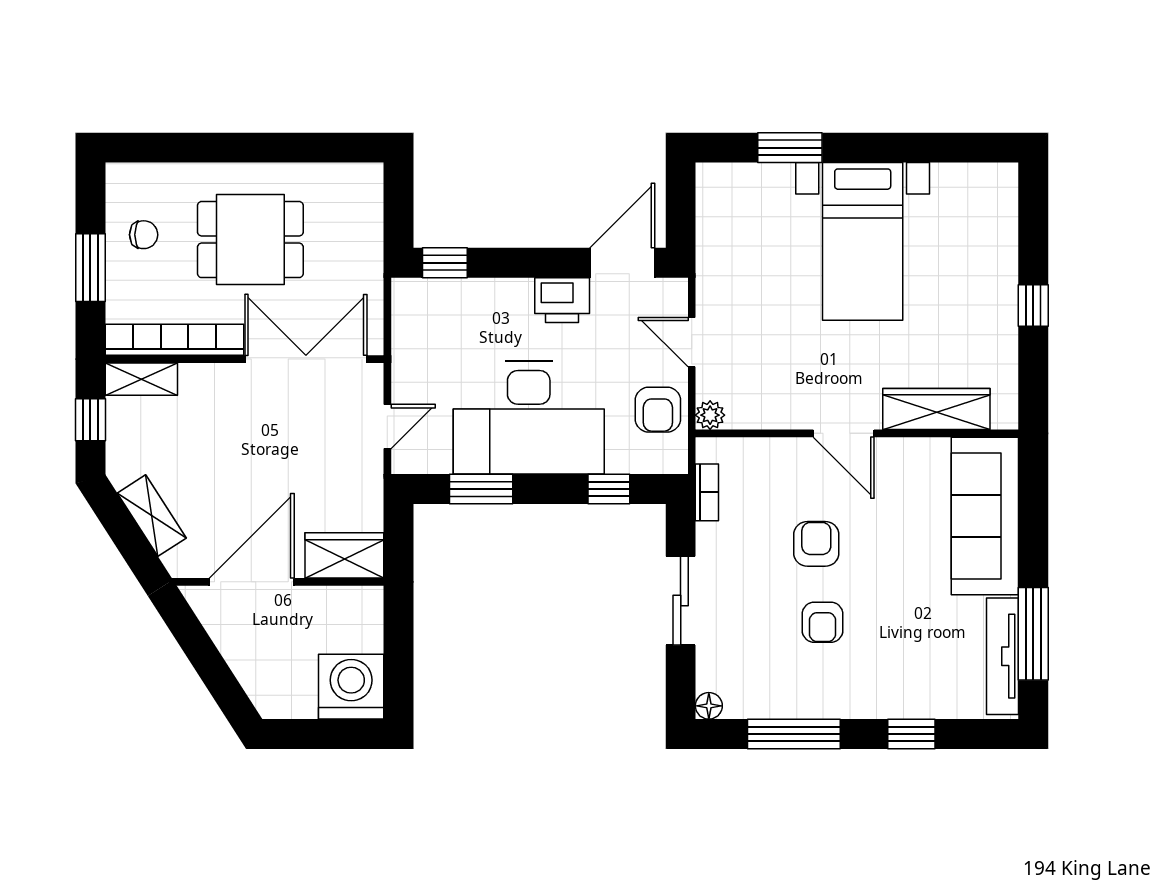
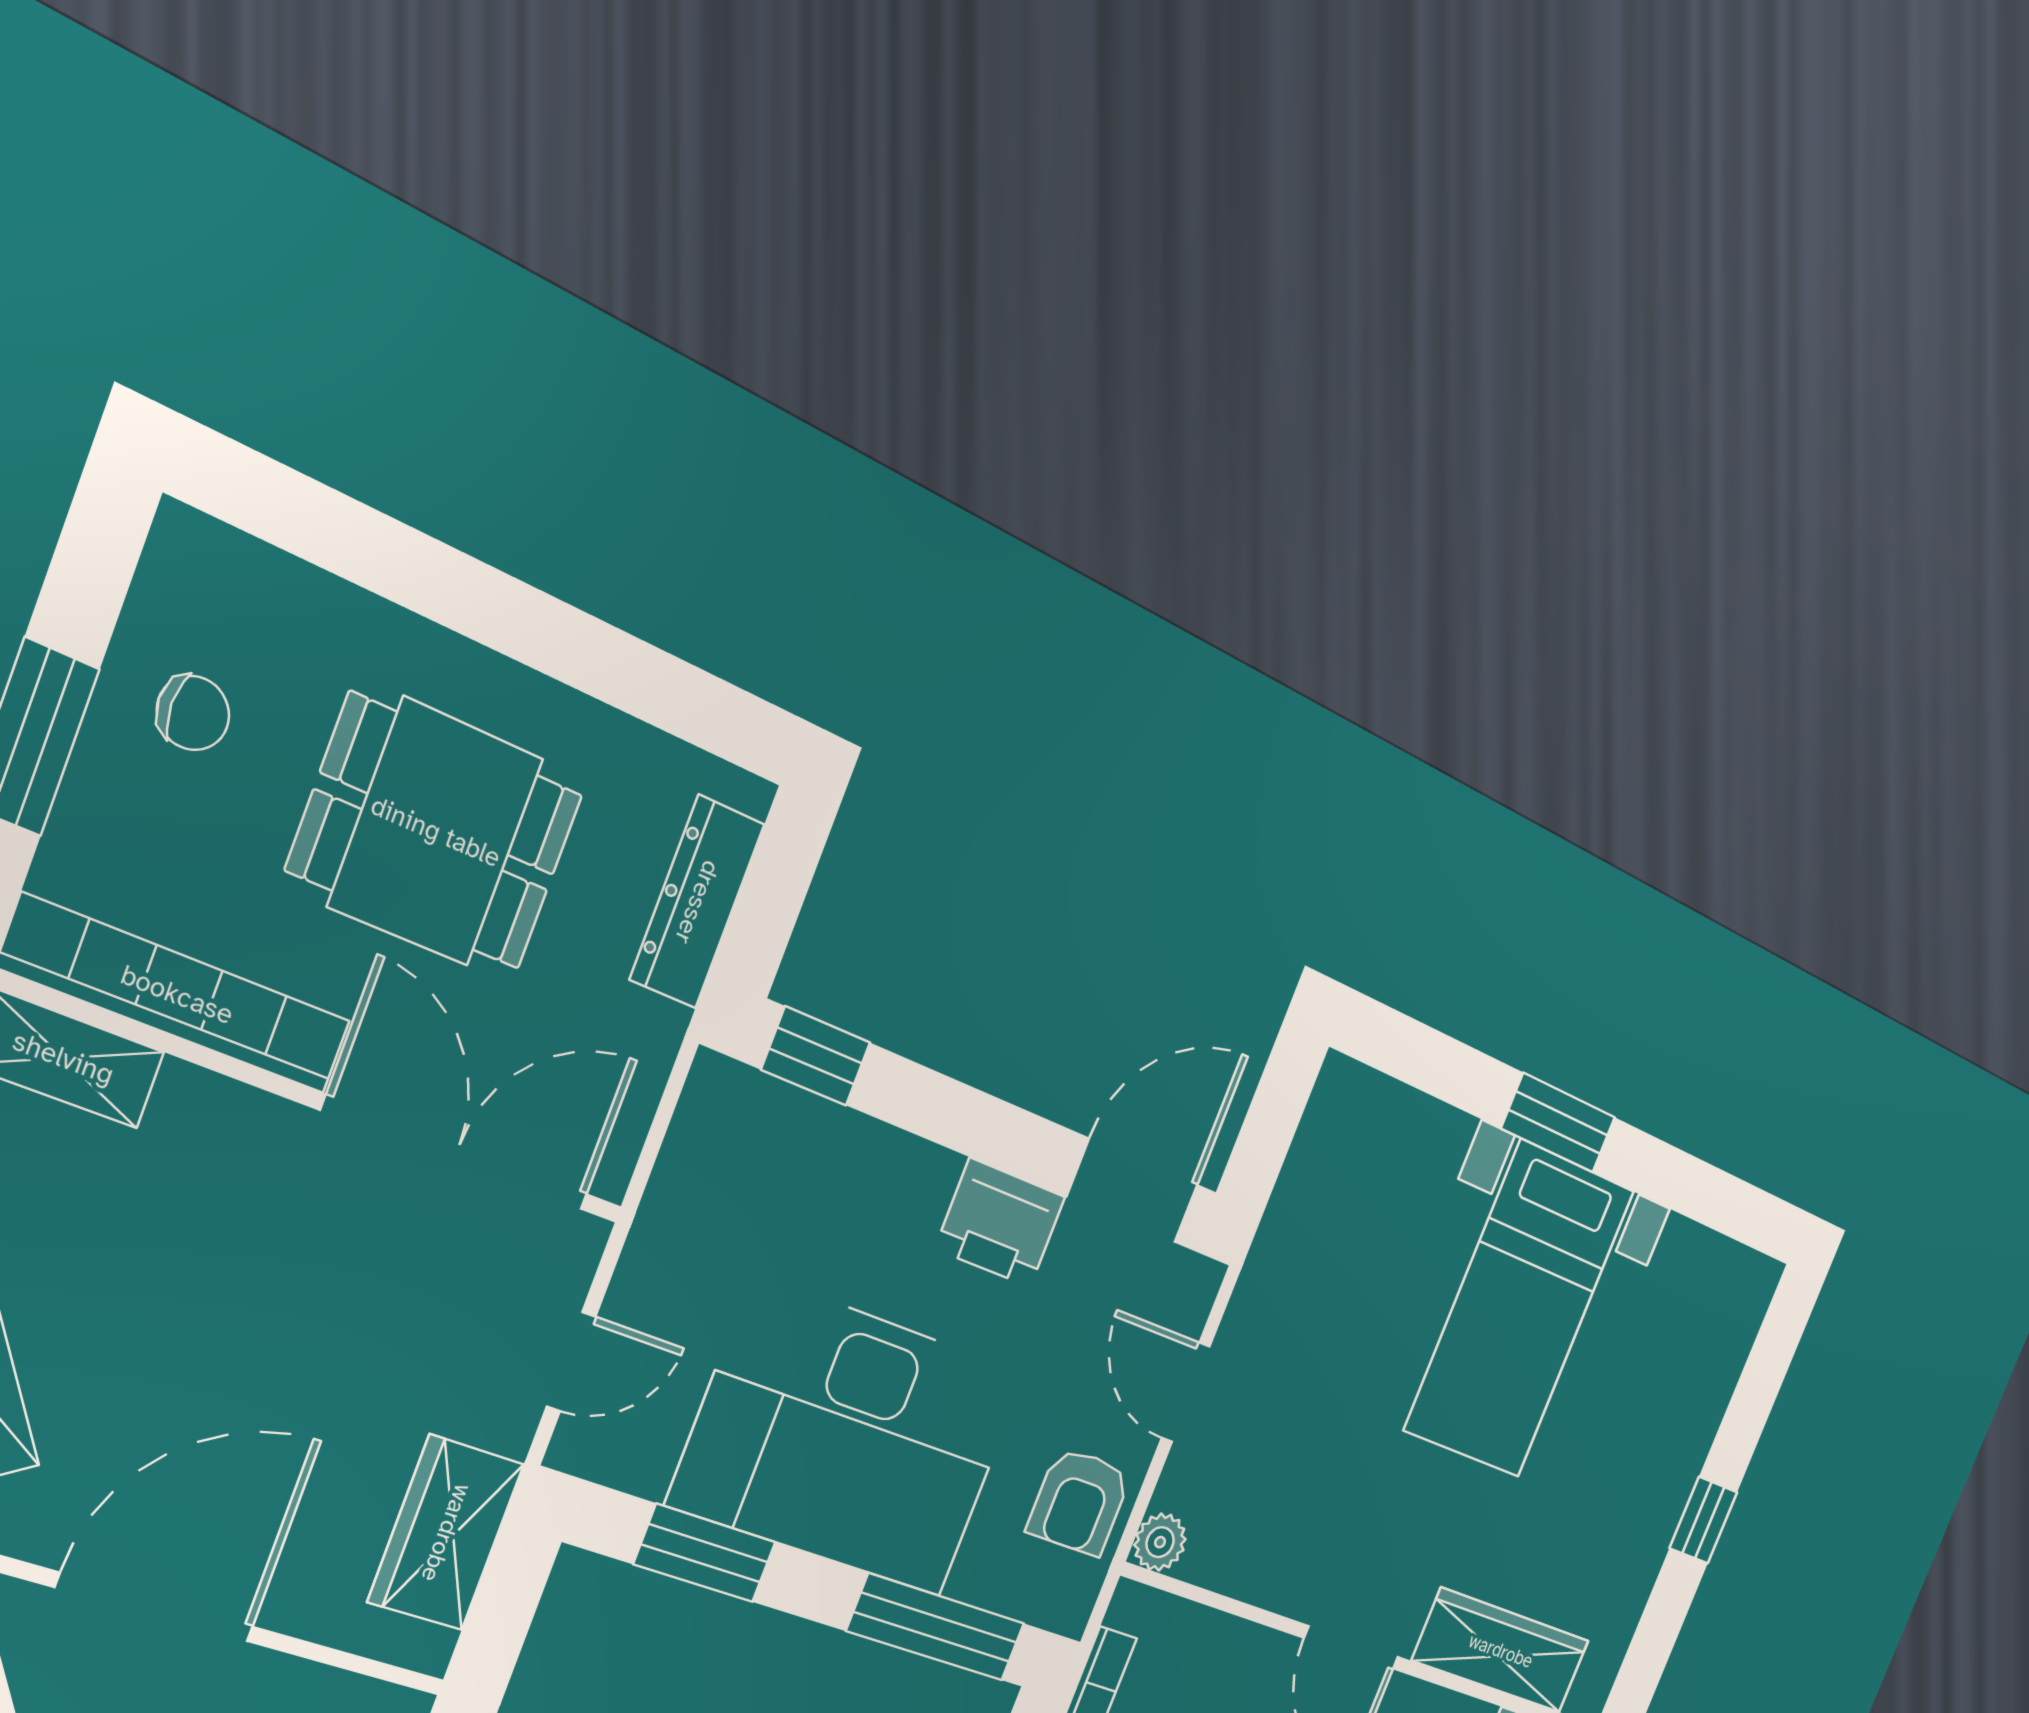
window: (790, 148) -> (1558, 1123), moved
dresser: (367, 222) -> (697, 902), added
window: (609, 489) -> (936, 1627), width x2.17
wardrobe: (344, 555) -> (446, 1533), moved, turned -90

